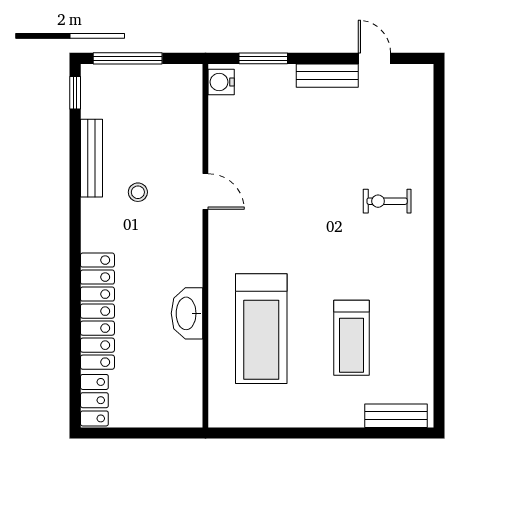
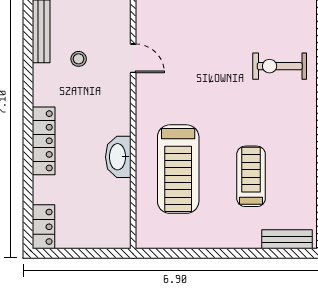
exercise bike: (387, 201) -> (280, 66), width x1.38, depth x1.39
locker: (97, 311) -> (44, 141), width x0.71, depth x0.83
treadmill: (352, 338) -> (251, 176), turned 180

